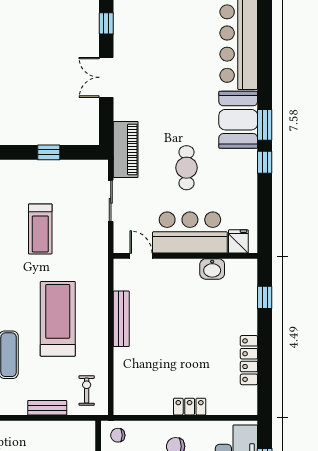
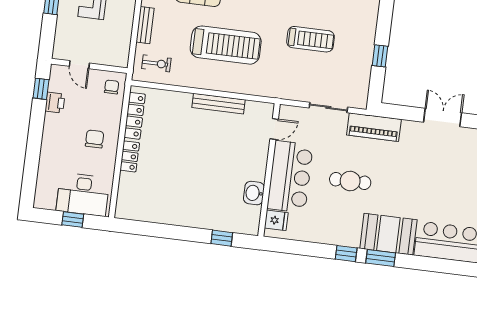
treadmill: (40, 229) -> (311, 39), turned 180
locker: (249, 360) -> (135, 116), moved, turned 90

